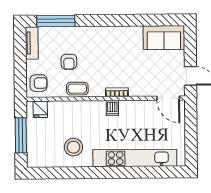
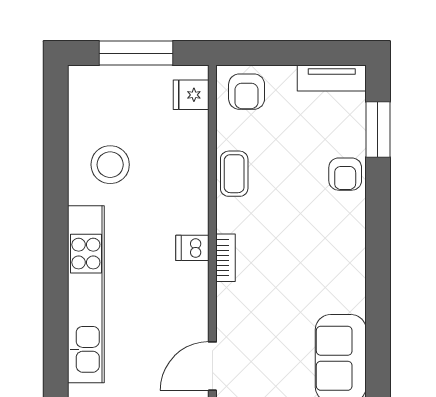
window: (56, 21) -> (378, 129), width x0.69
armchair: (69, 62) -> (345, 174), moved, turned -90

